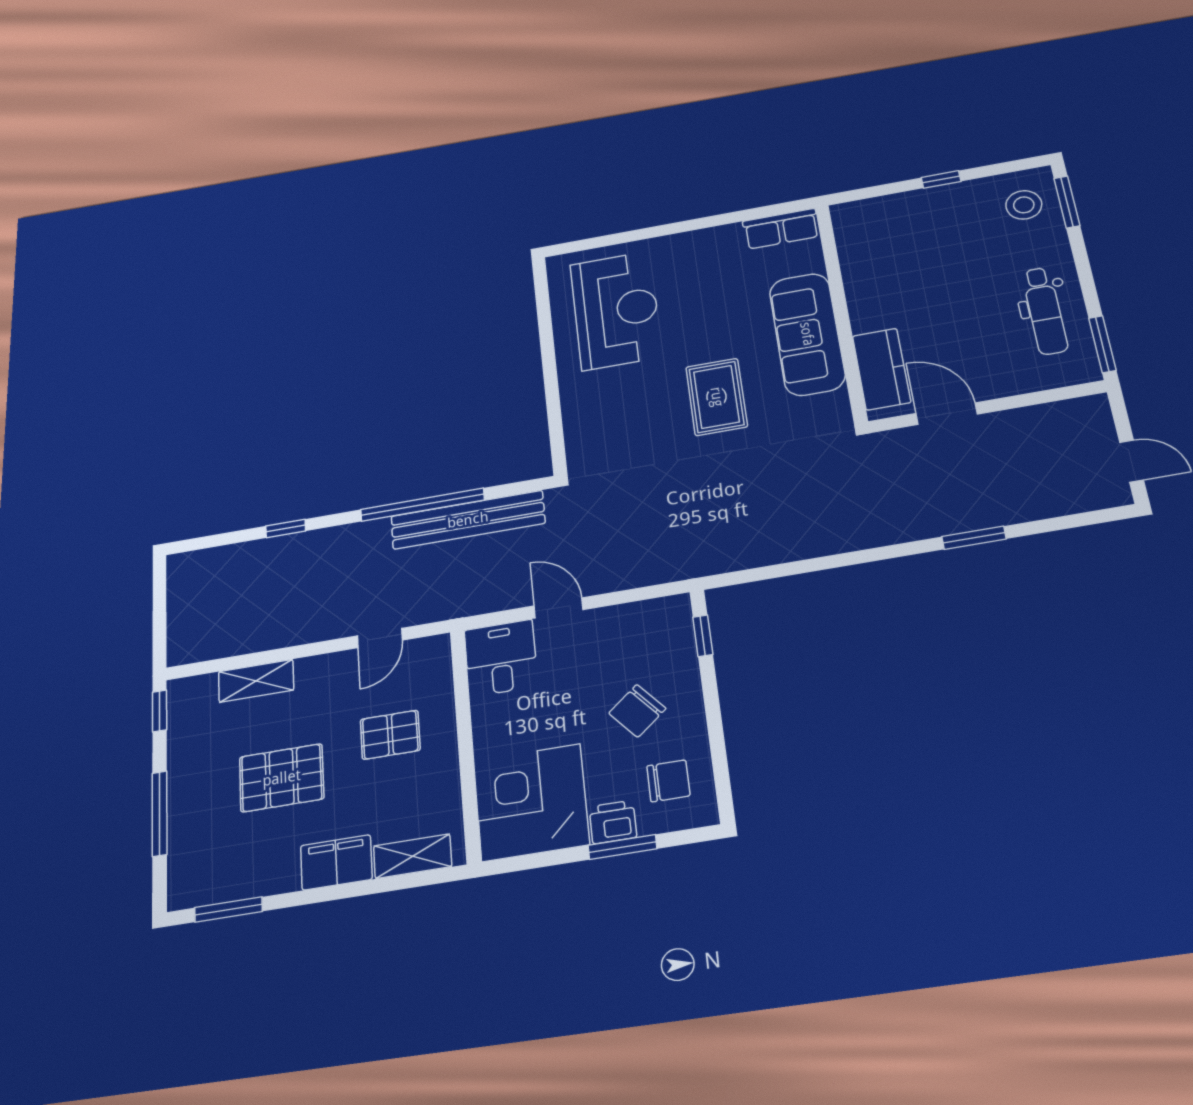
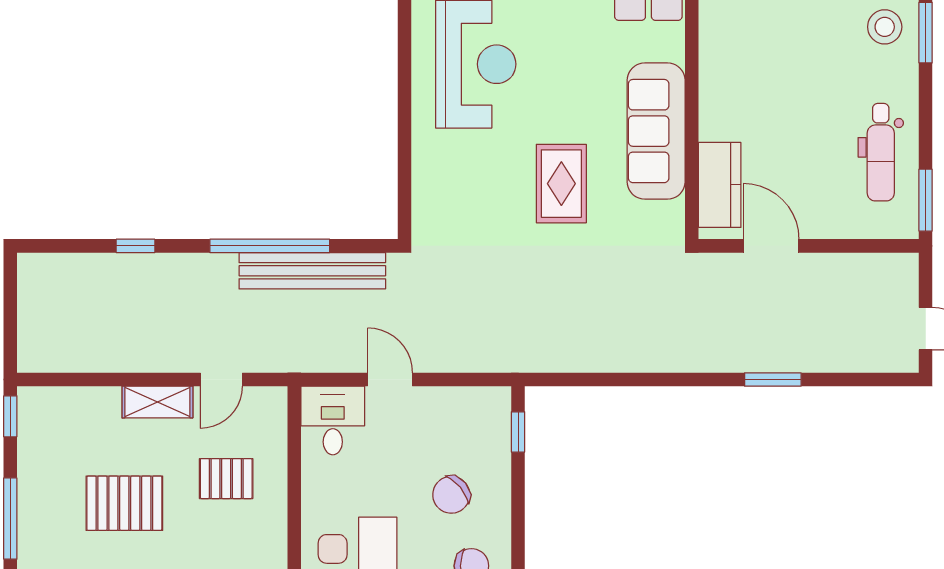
shelving: (256, 681) -> (157, 402), moved

